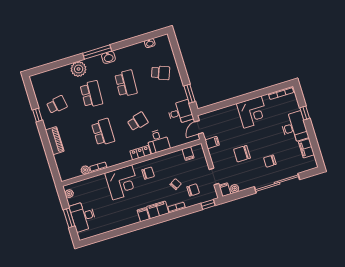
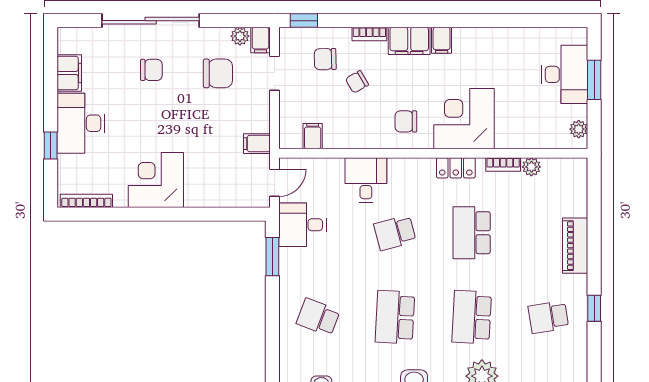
locker: (140, 153) -> (456, 168), moved
chair: (242, 154) -> (218, 73), moved

